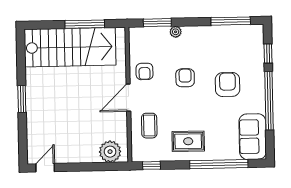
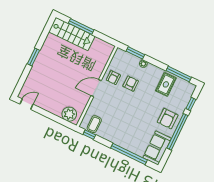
window: (85, 24) -> (81, 27), moved
stairs: (70, 47) -> (72, 34), width x0.73, depth x0.66
armchair: (185, 78) -> (131, 84), moved
armchair: (227, 84) -> (168, 119), moved, turned 180
coffee table: (149, 126) -> (94, 124), moved
rug: (188, 141) -> (166, 84), moved, turned 90

